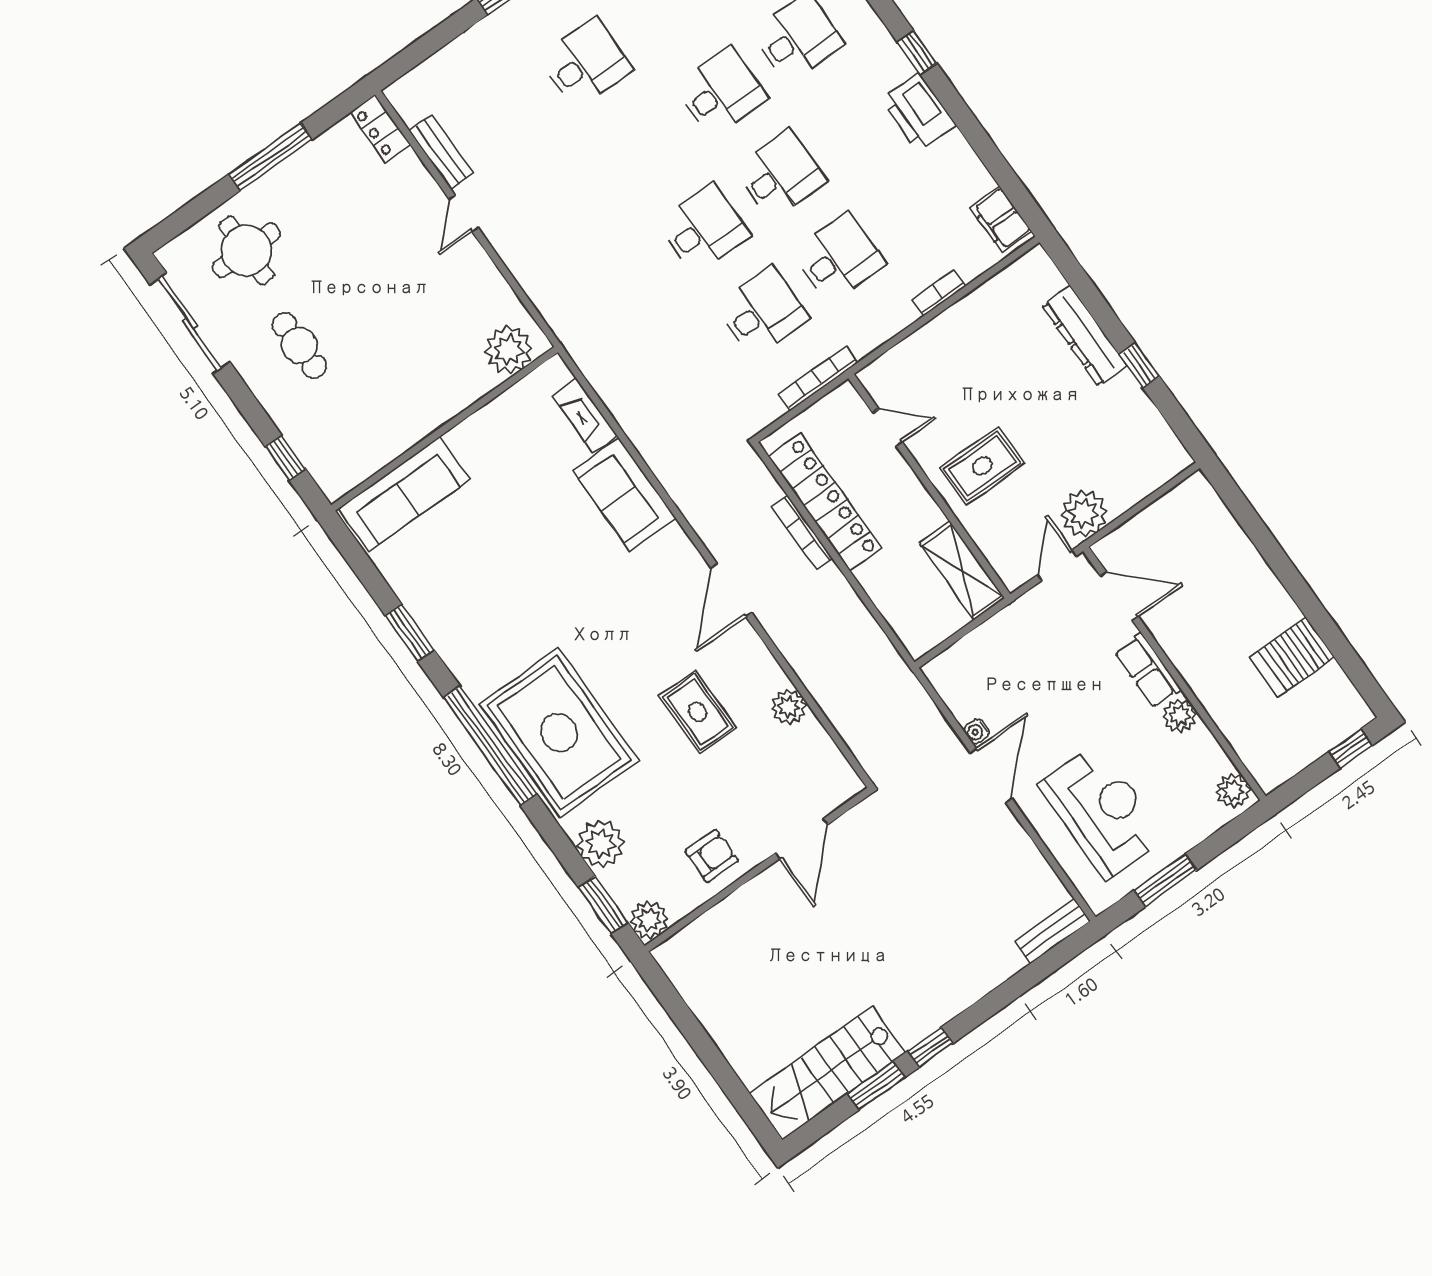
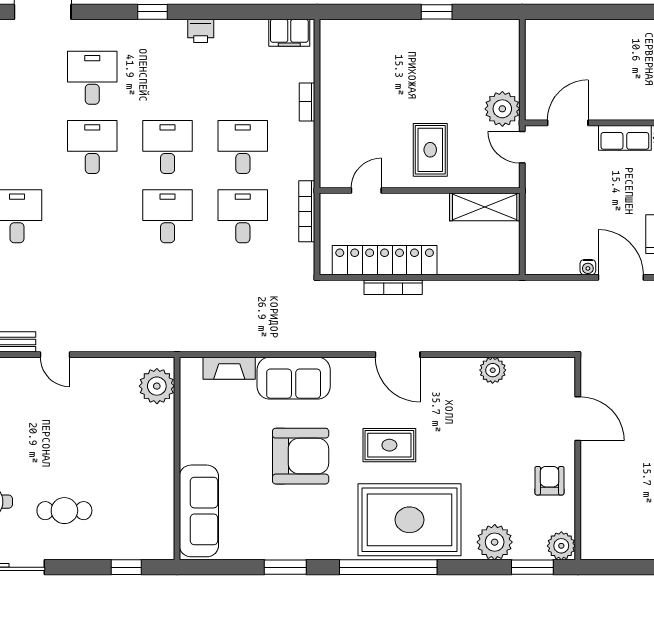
printer: (919, 112) -> (201, 31), width x0.53, depth x0.68
dresser: (1084, 336) -> (395, 32), removed
armchair: (544, 563) -> (301, 456), added
rug: (698, 712) -> (389, 445), moved

